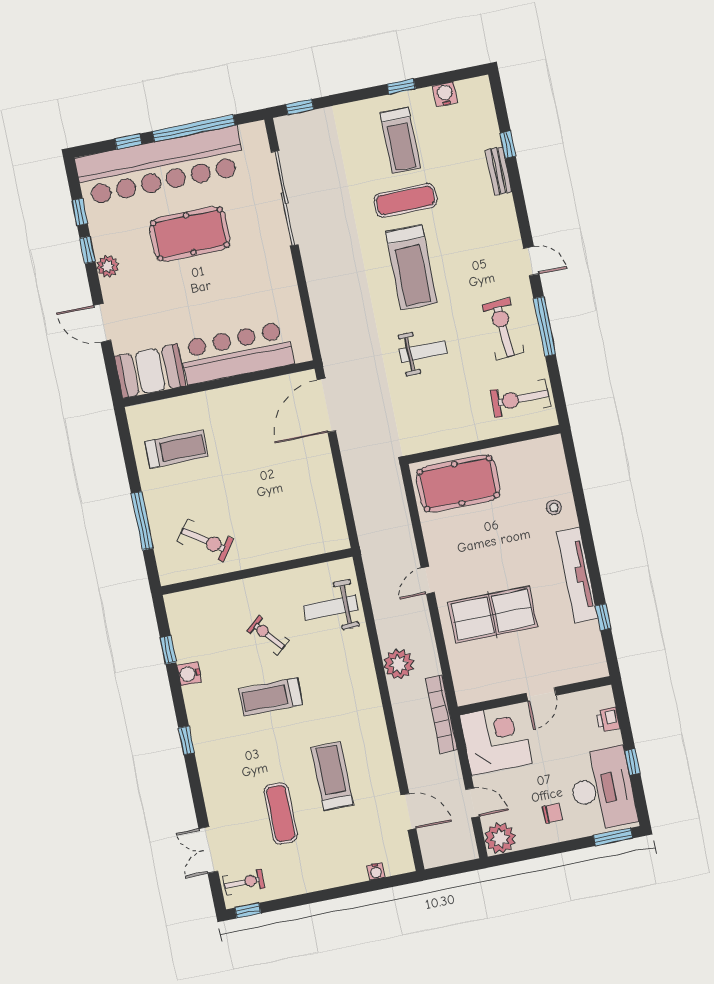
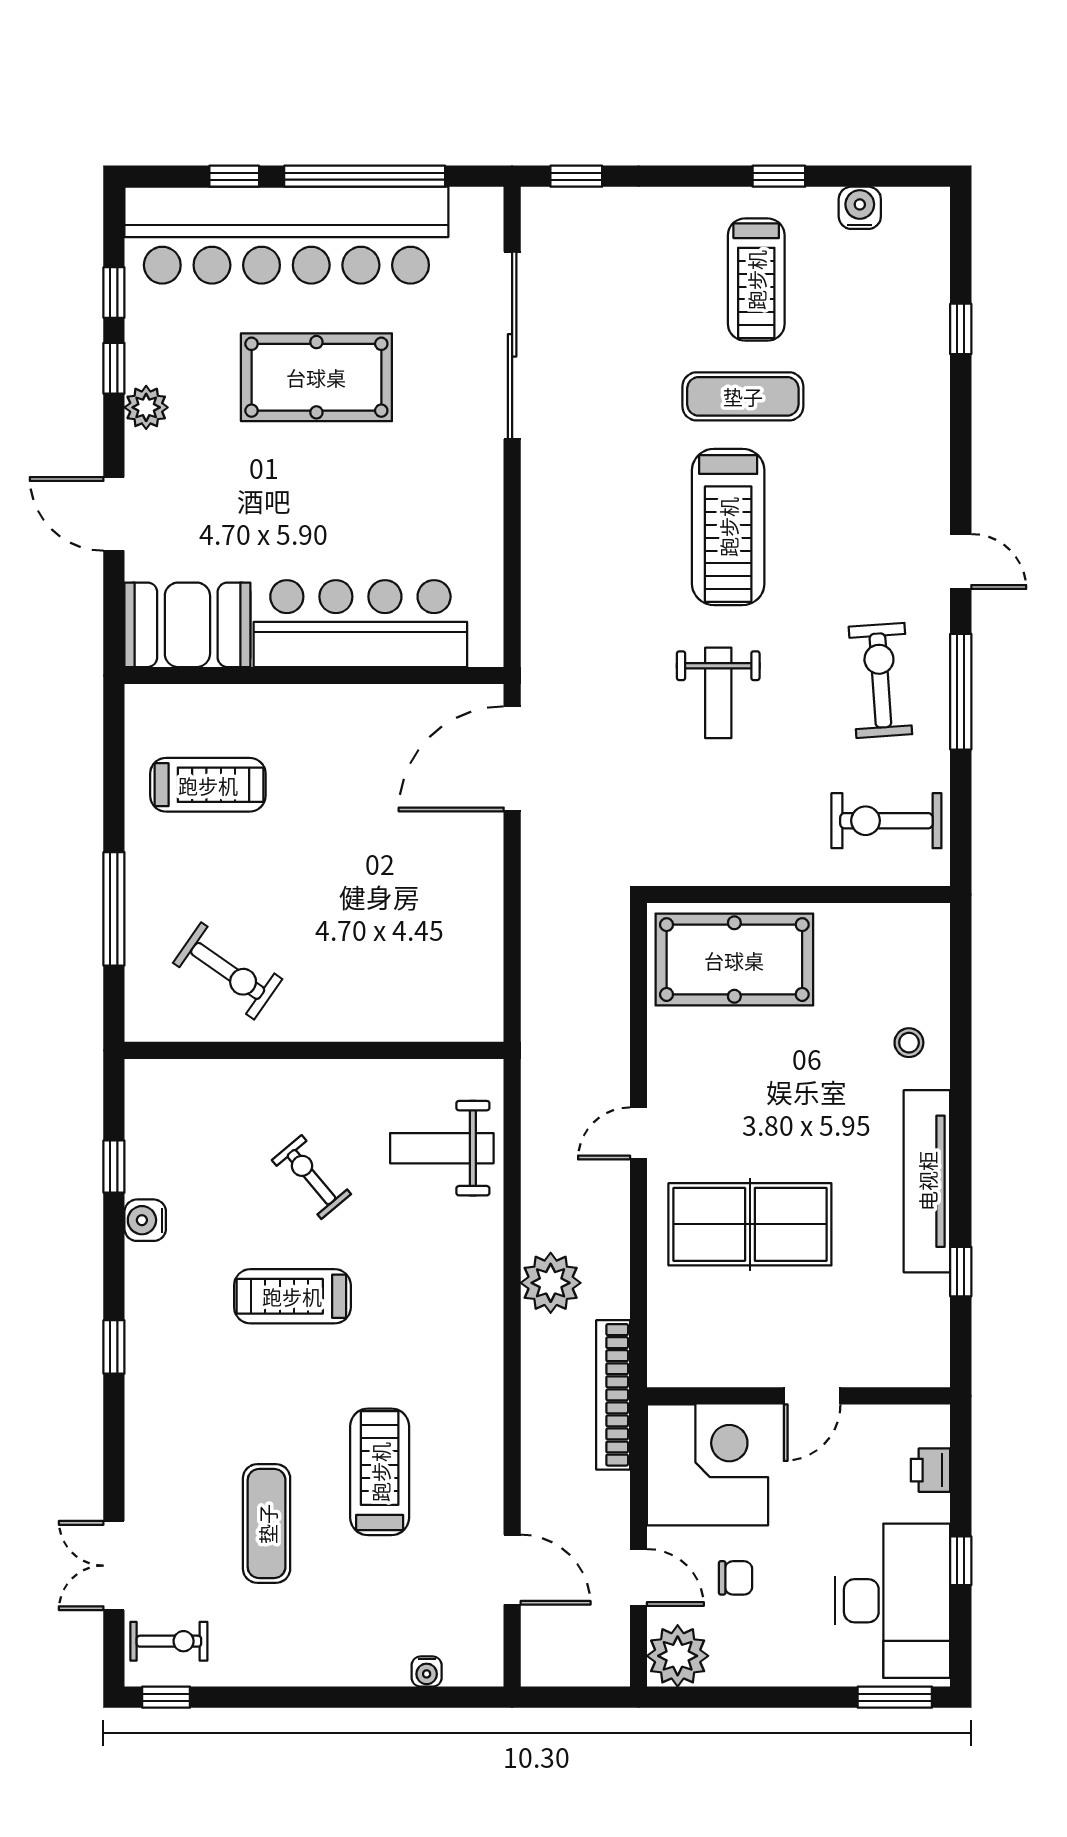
bench: (499, 171) -> (933, 376), removed
weight bench: (423, 351) -> (718, 693), turned 90
chair: (552, 813) -> (735, 1578), moved

